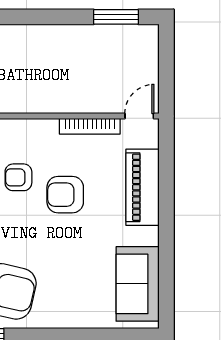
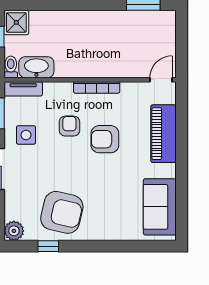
bookcase: (90, 126) -> (97, 87), moved
armchair: (18, 177) -> (69, 126), turned 90

